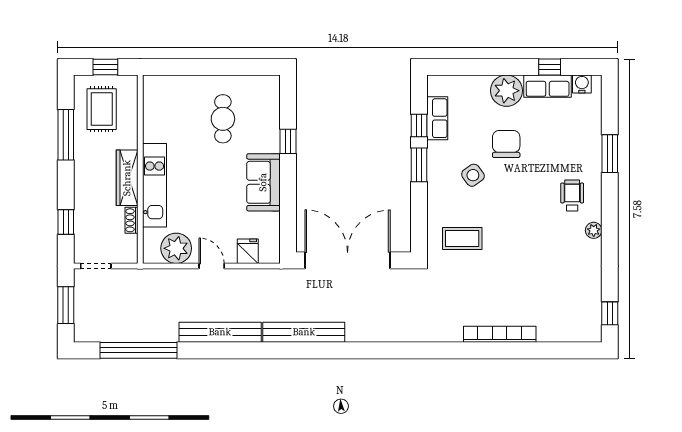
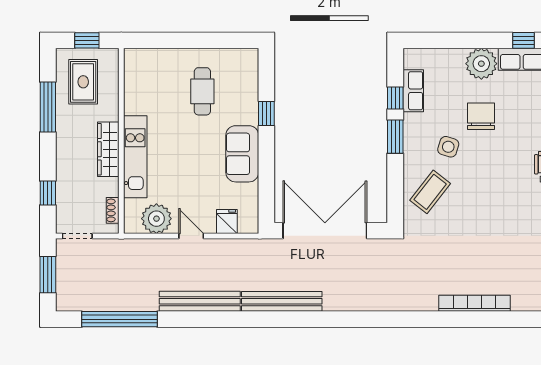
side table: (473, 175) -> (448, 147), turned -37
shoe rack: (132, 220) -> (113, 210), moved
coffee table: (462, 238) -> (430, 192), moved, turned -52

